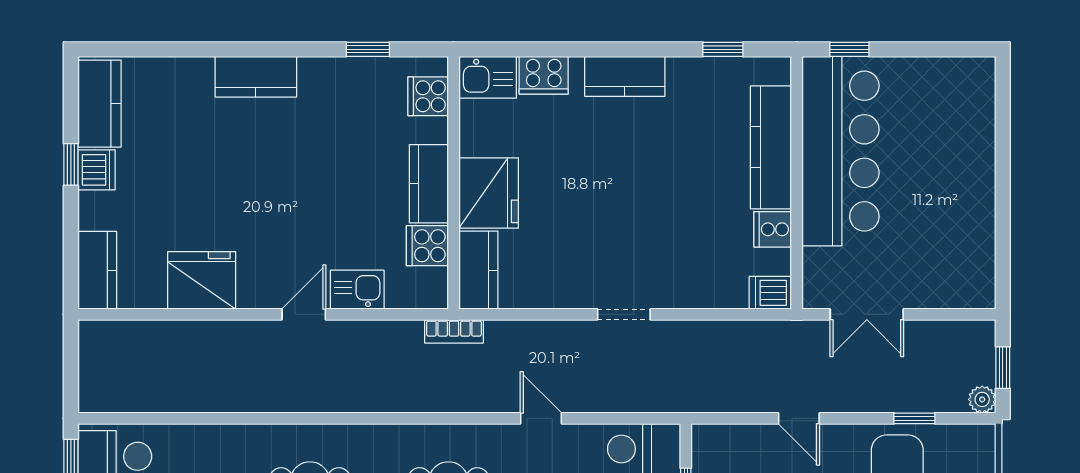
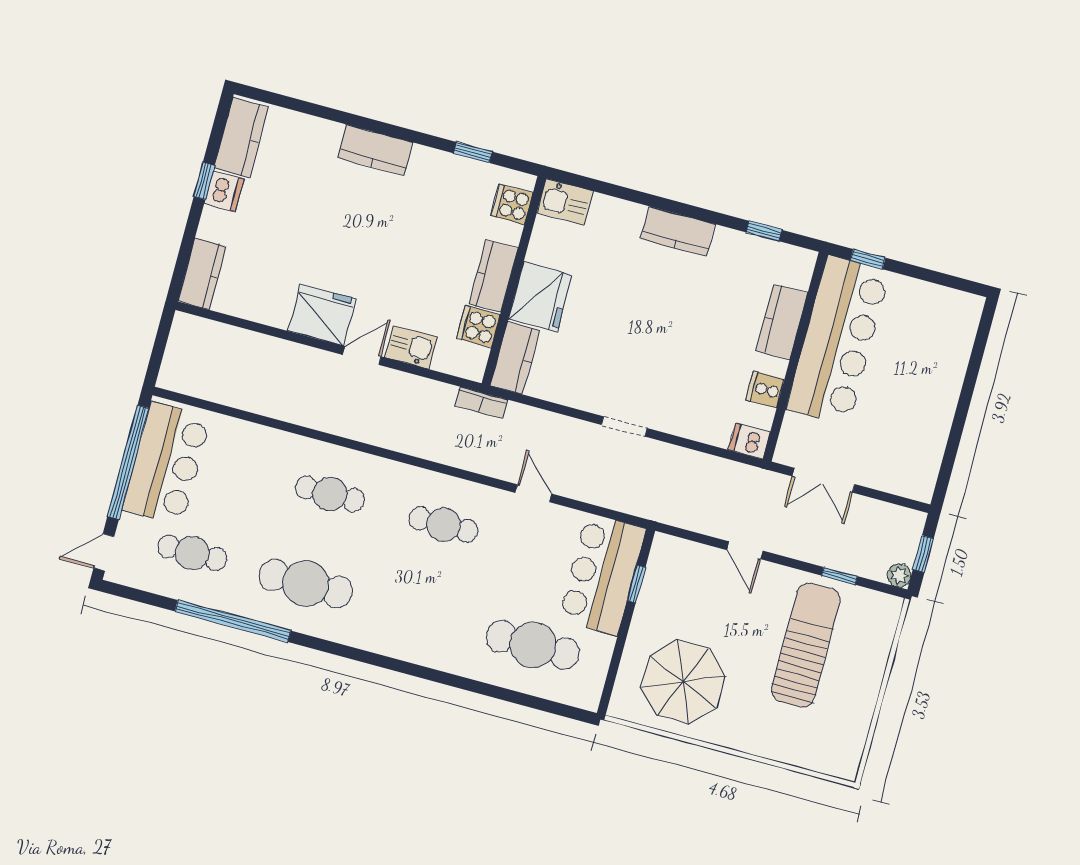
cooker: (544, 75) -> (611, 213), removed
kitchen counter: (771, 147) -> (782, 322), width x0.67
fridge: (202, 280) -> (322, 315), moved

